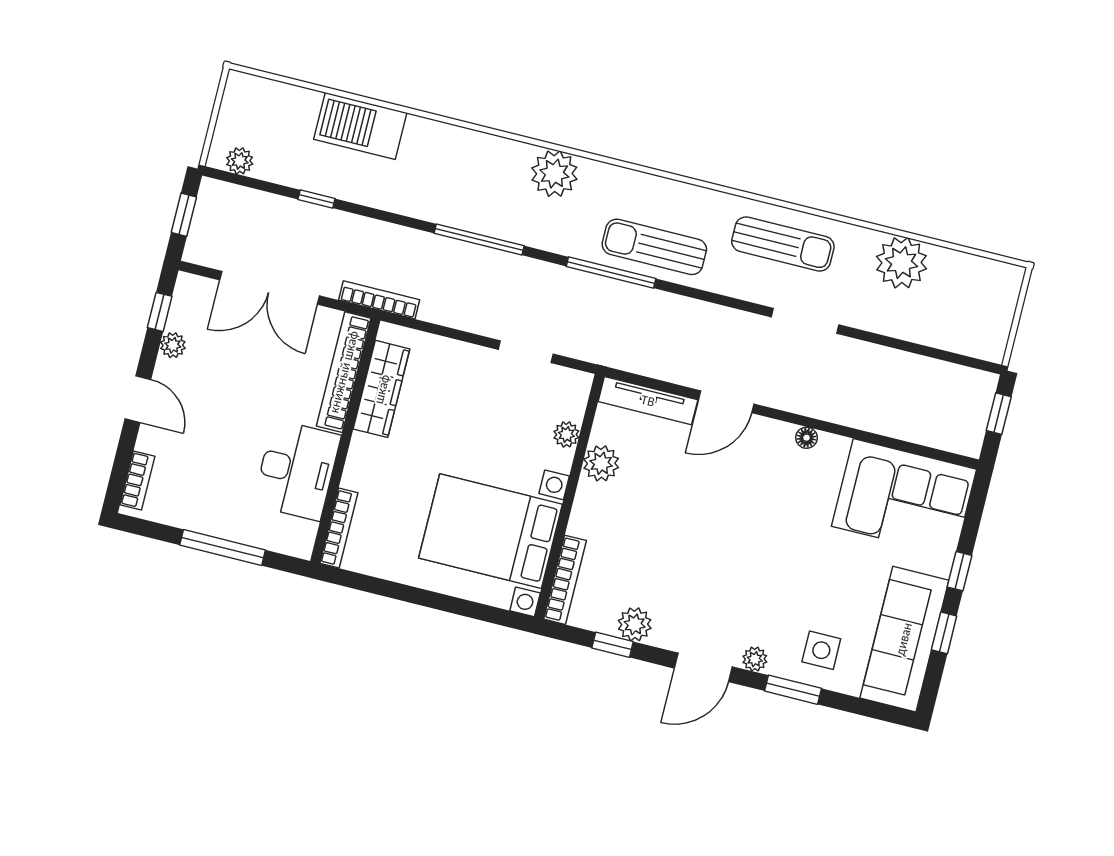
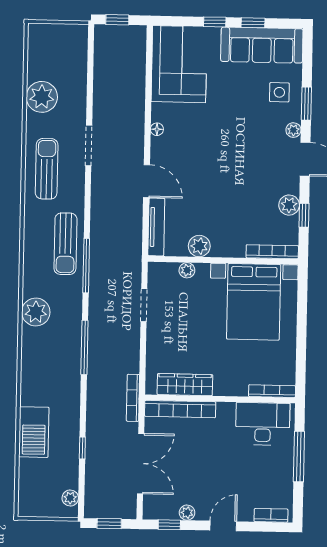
desk: (297, 470) -> (263, 424), moved

